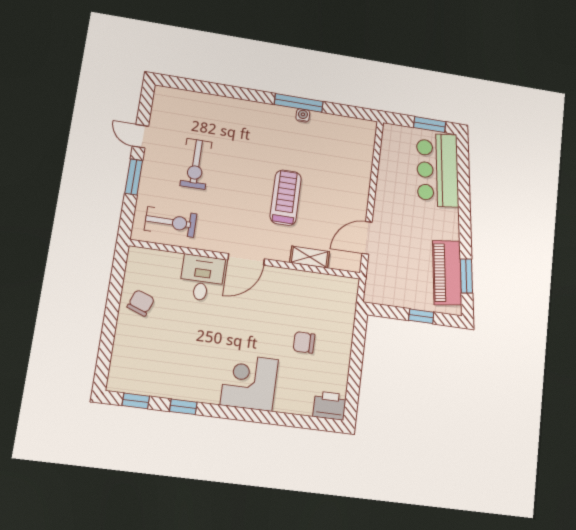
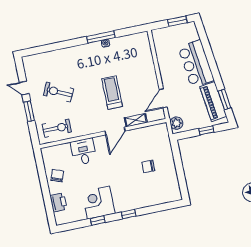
exercise bike: (196, 164) -> (58, 92), turned 116
bar counter: (438, 170) -> (196, 64), moved
door: (246, 259) -> (115, 131), moved
plant: (376, 286) -> (176, 123), added
corner desk: (249, 382) -> (99, 203), moved
window: (136, 401) -> (129, 214), moved
printer: (330, 406) -> (58, 202), moved, turned 90

